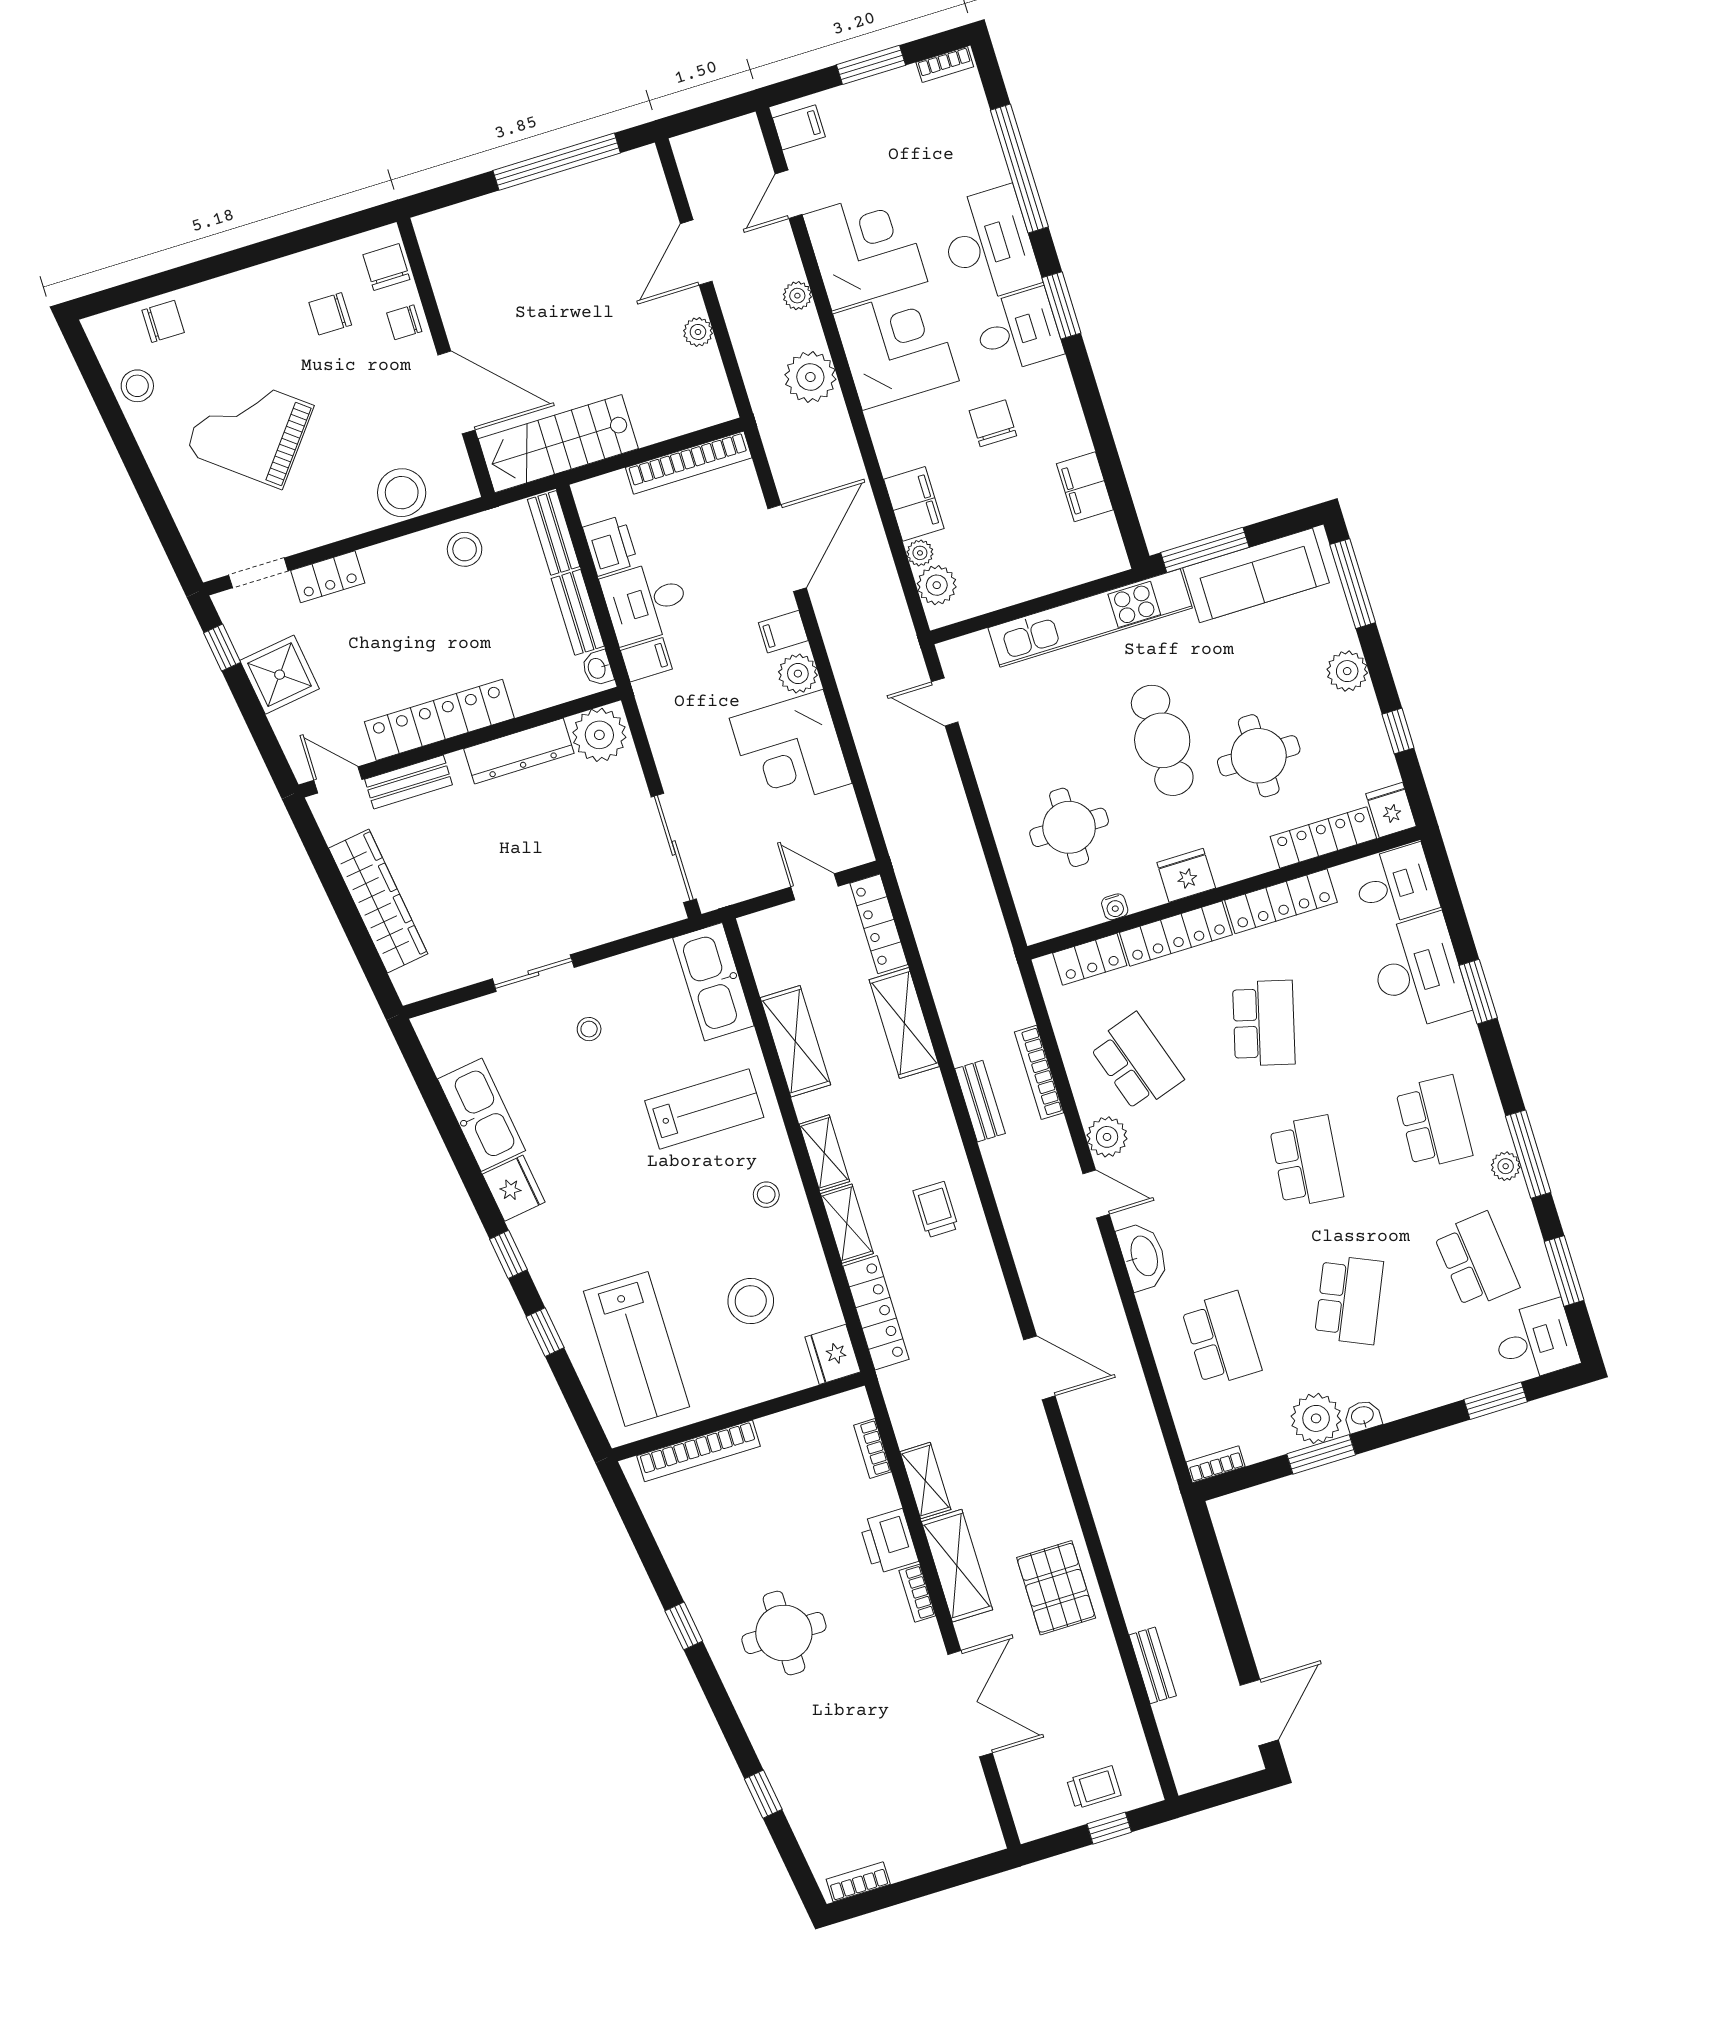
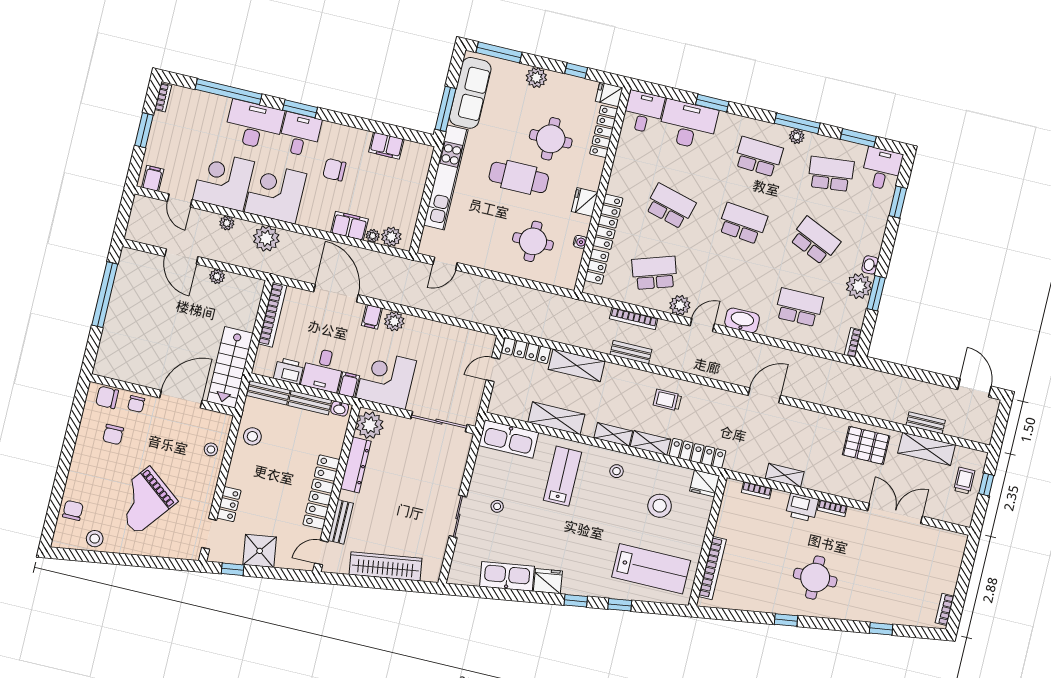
stool: (402, 493) -> (211, 449), width x0.53, depth x0.53
corner desk: (791, 751) -> (386, 379), moved, turned 180
locker: (1281, 901) -> (621, 167), removed
shelving: (957, 1566) -> (927, 449), moved

